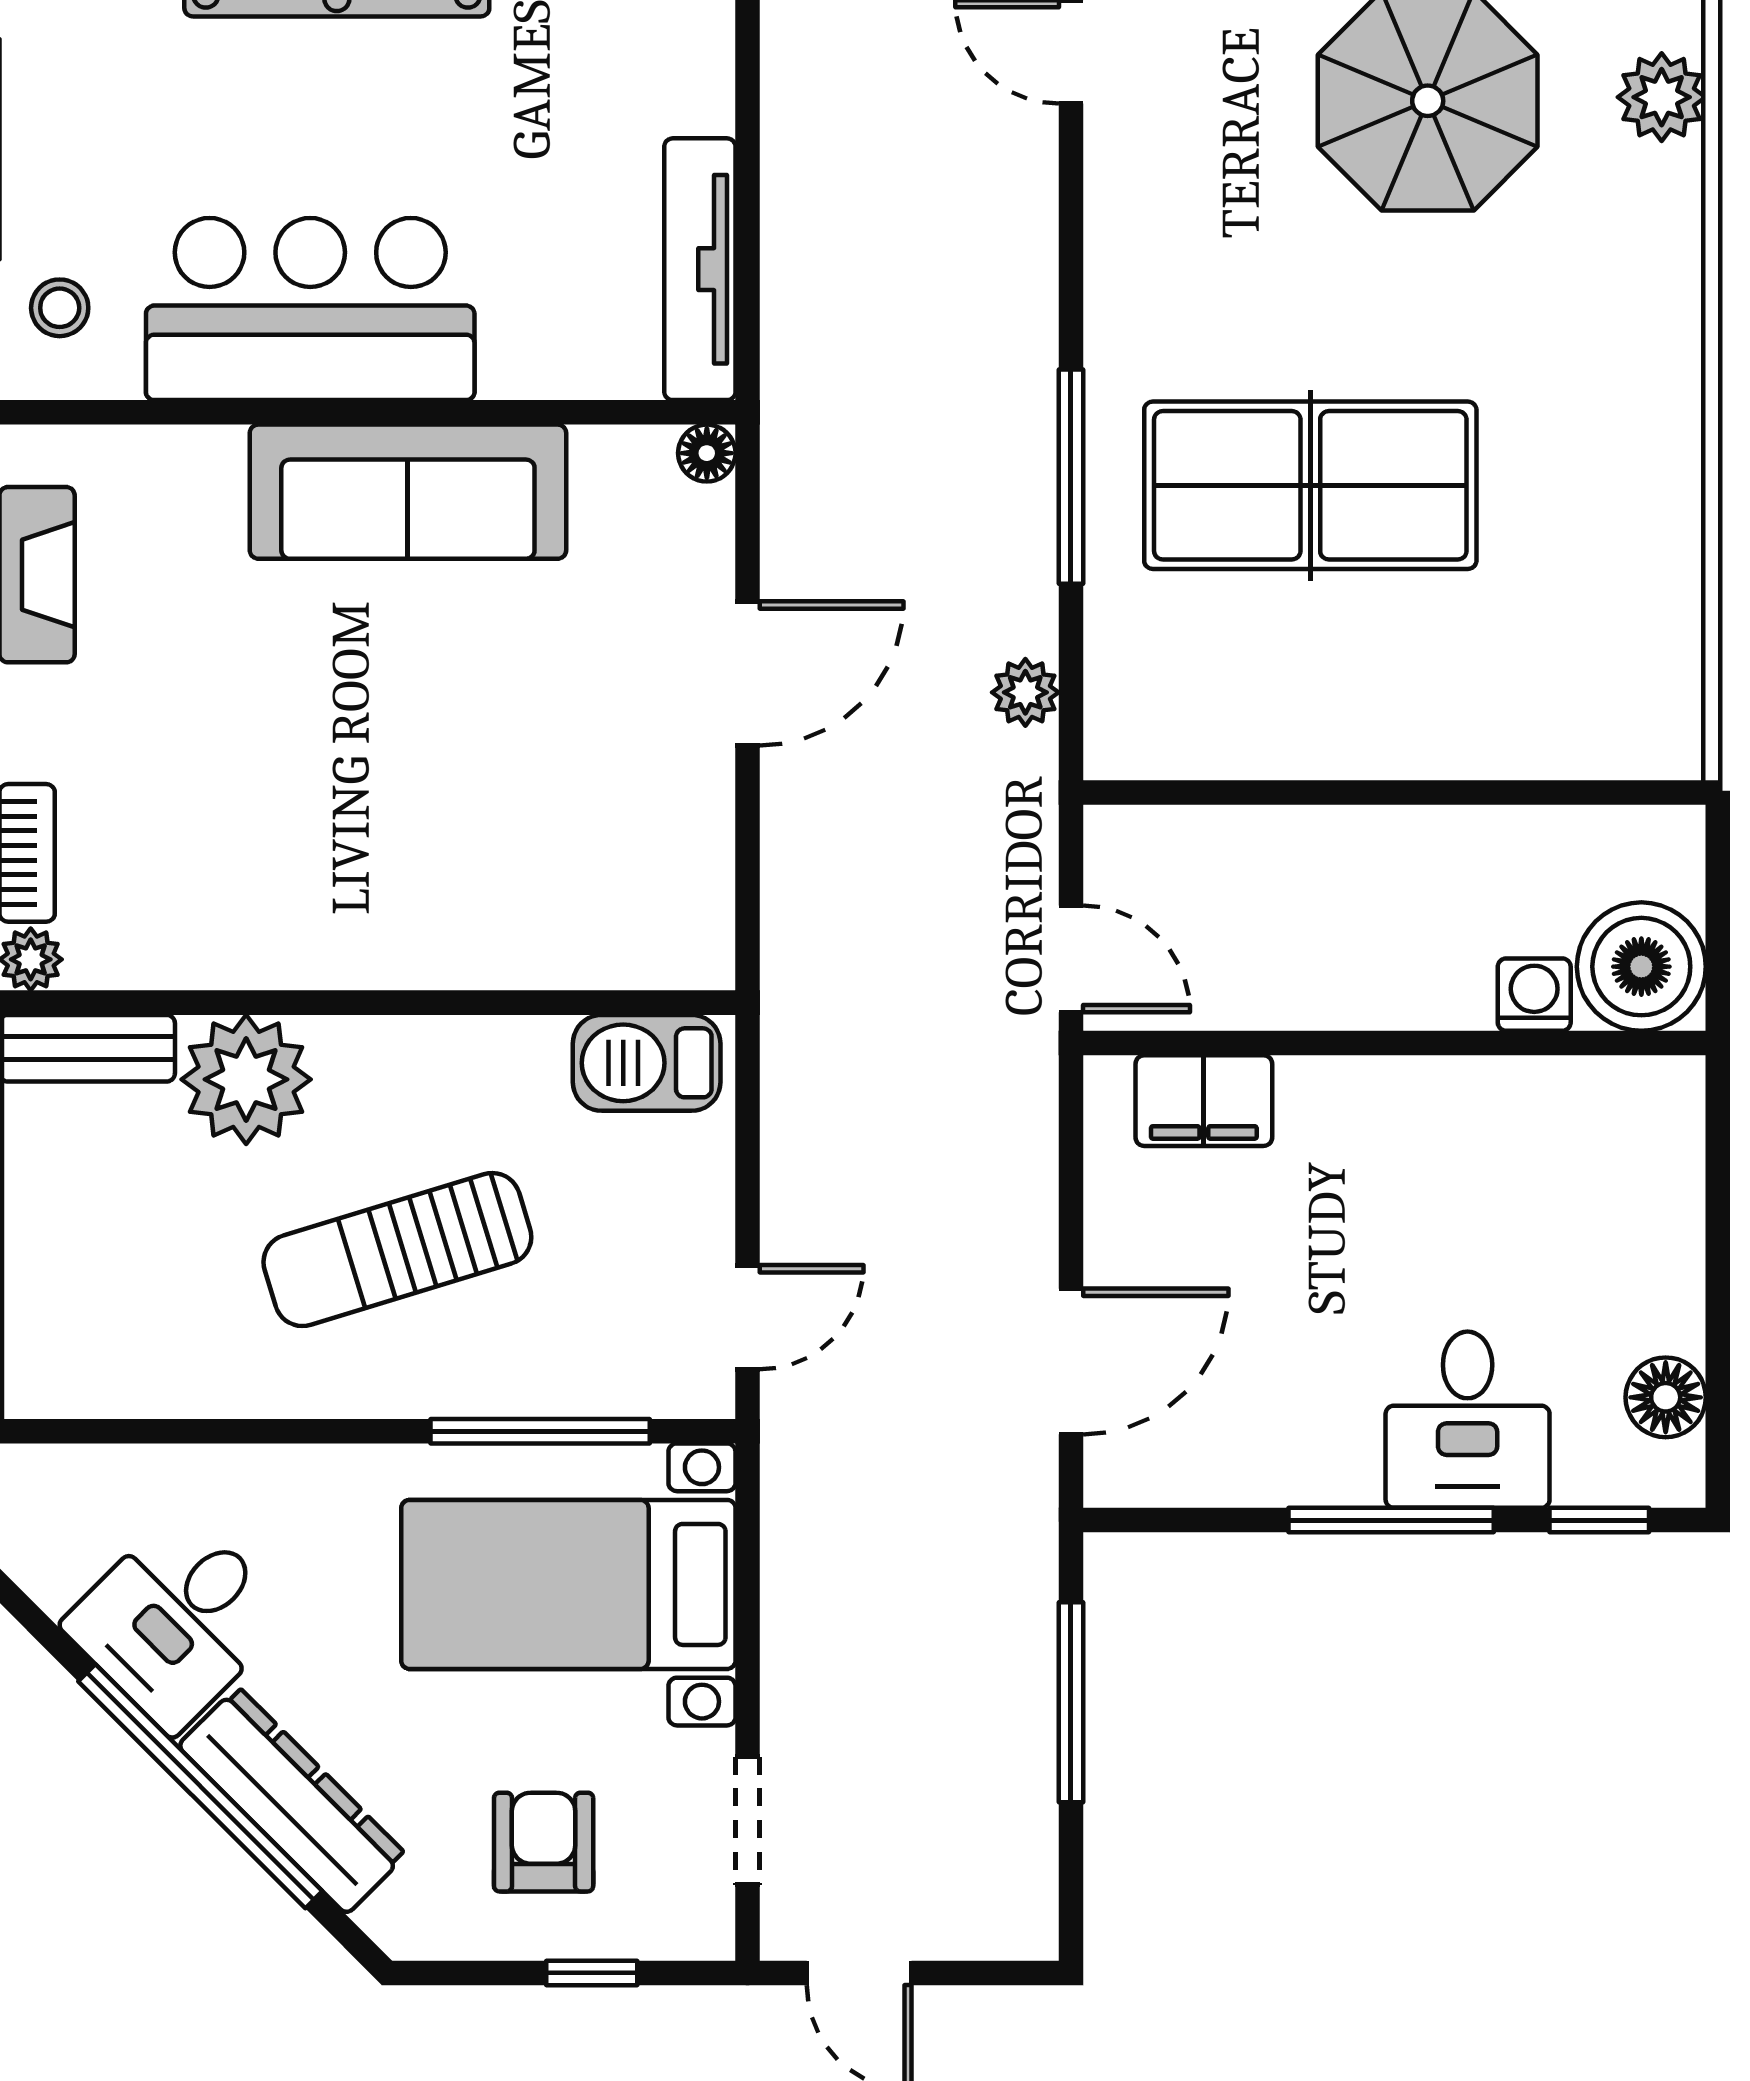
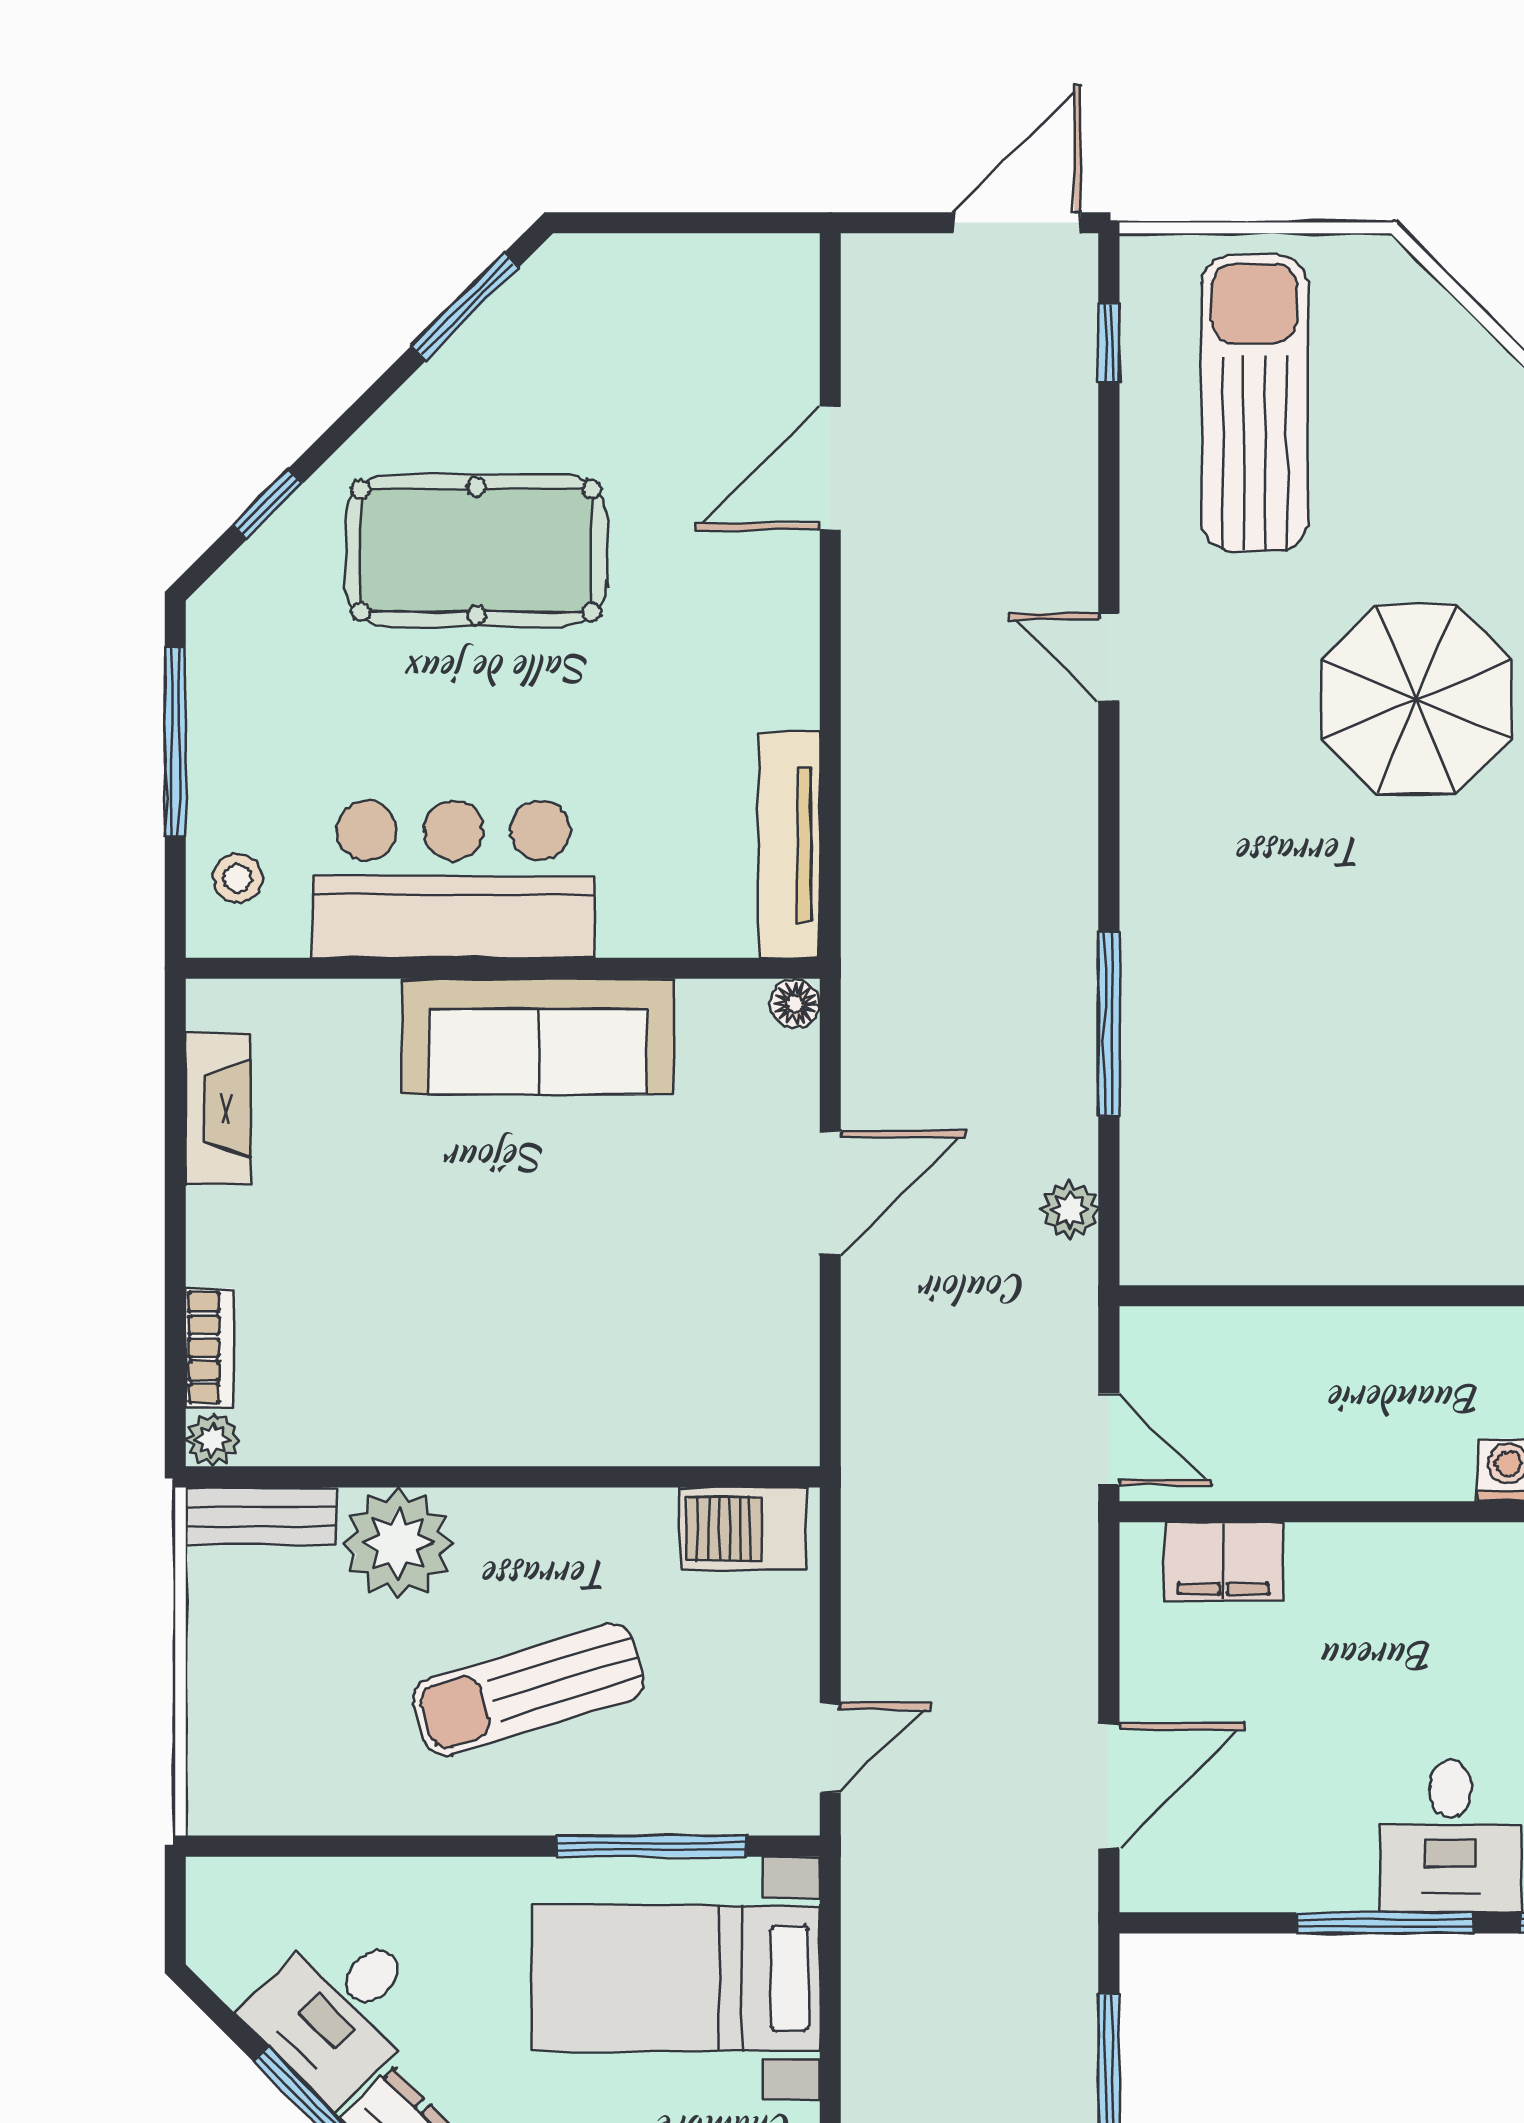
table tennis table: (1310, 485) -> (1315, 1031), removed

